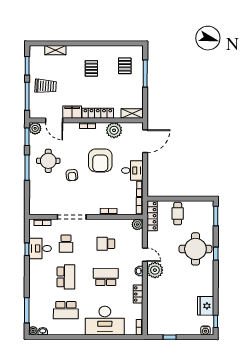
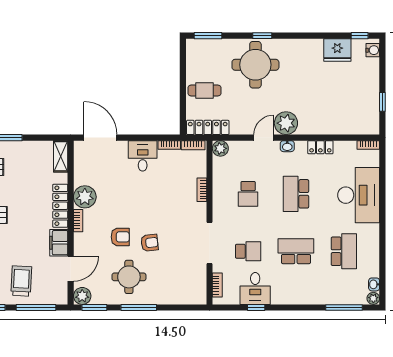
plant: (114, 130) -> (85, 197), moved
armchair: (100, 160) -> (120, 237), moved, width x0.53, depth x0.53

